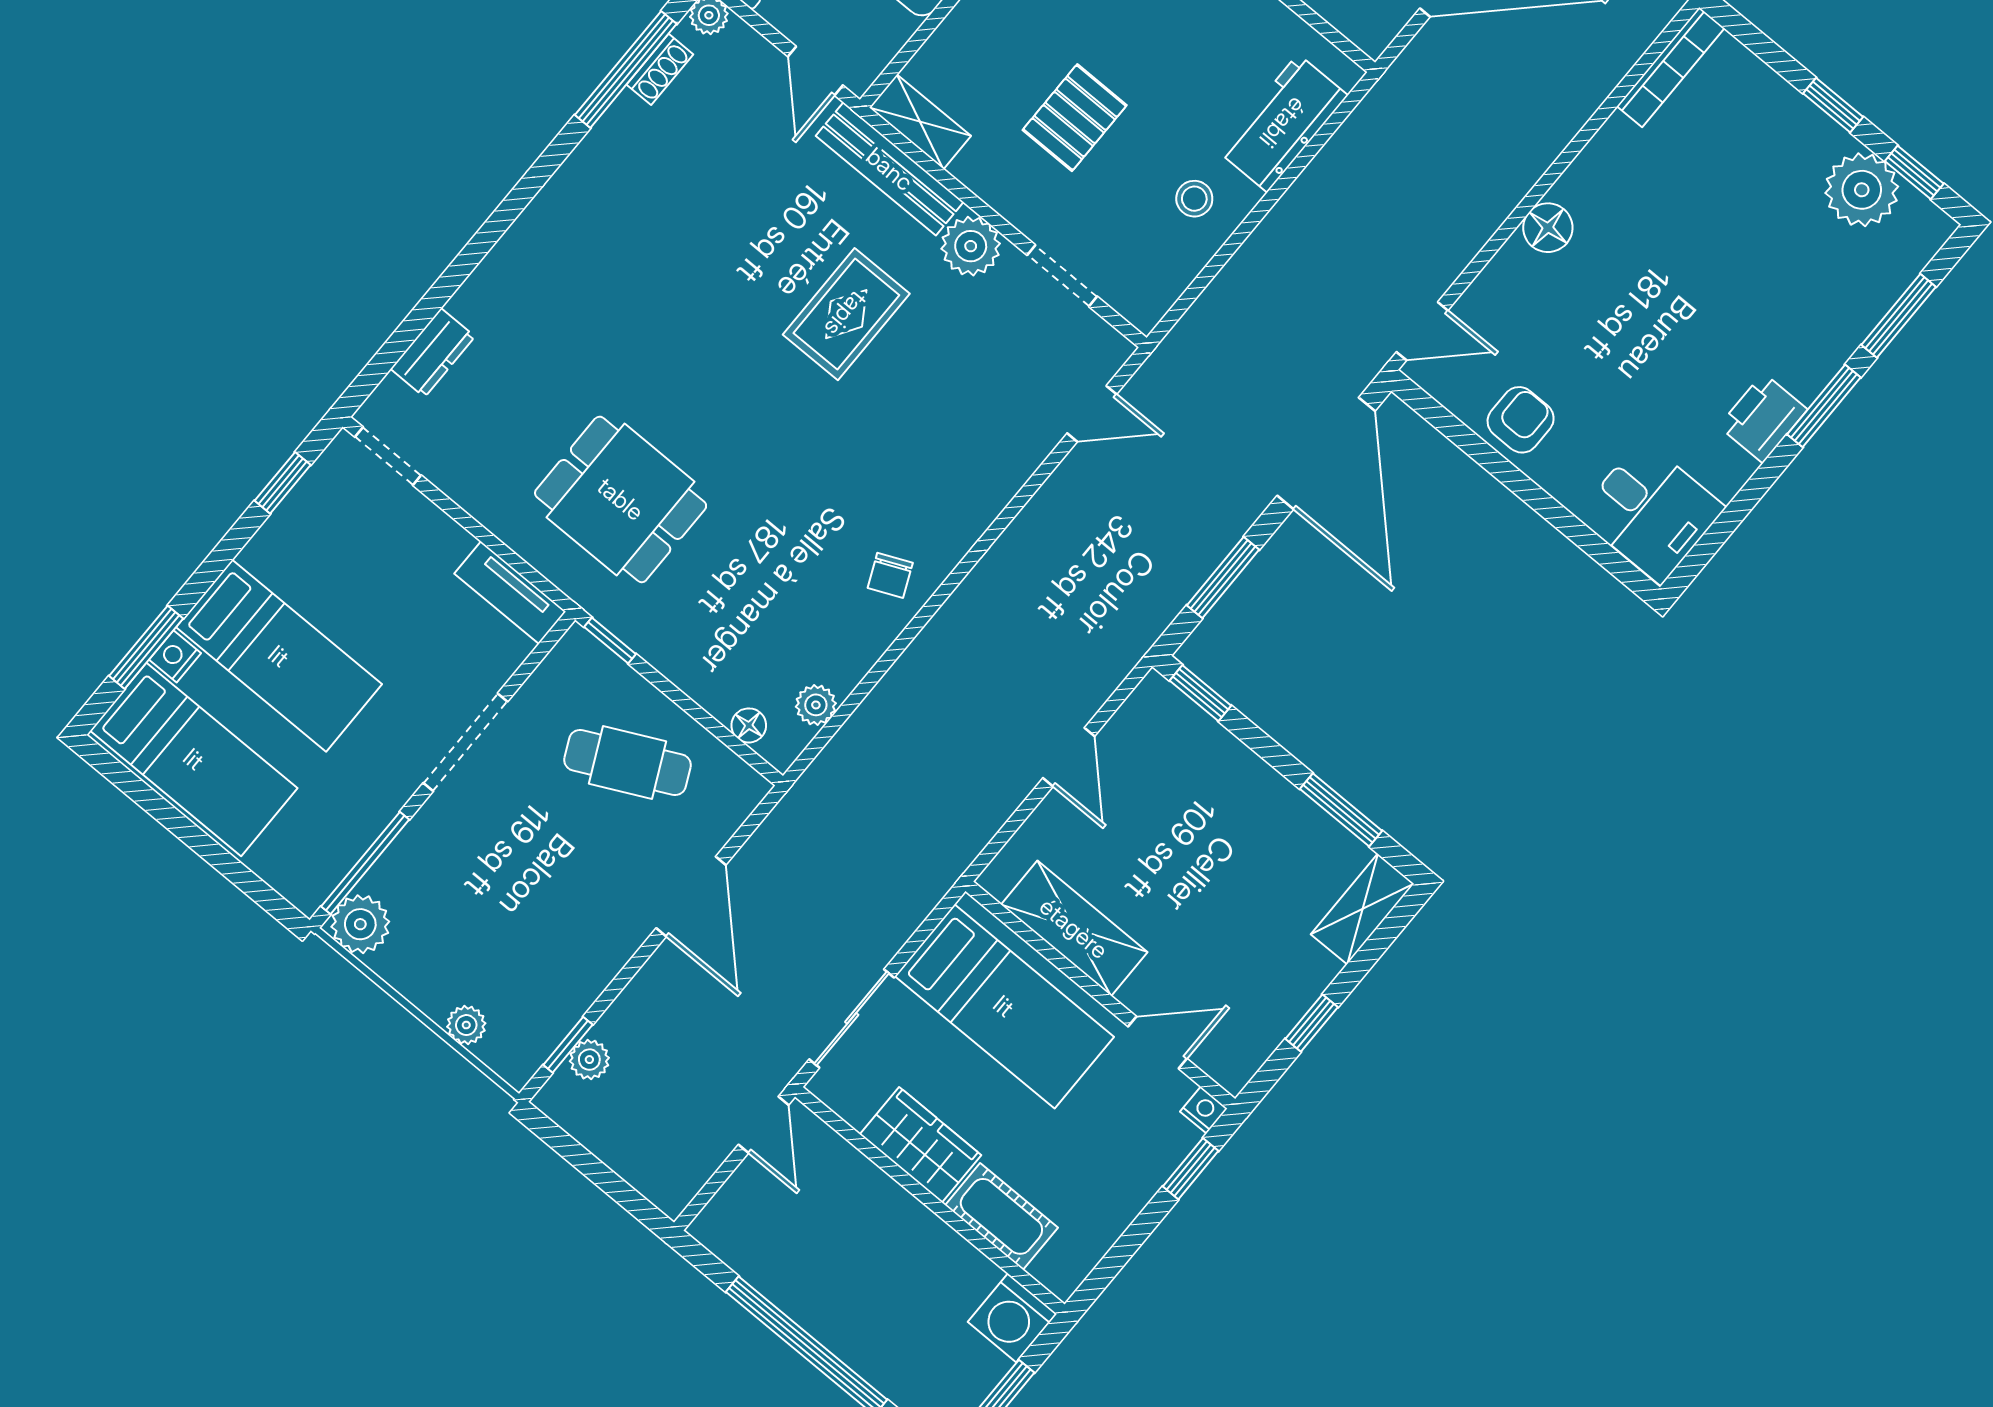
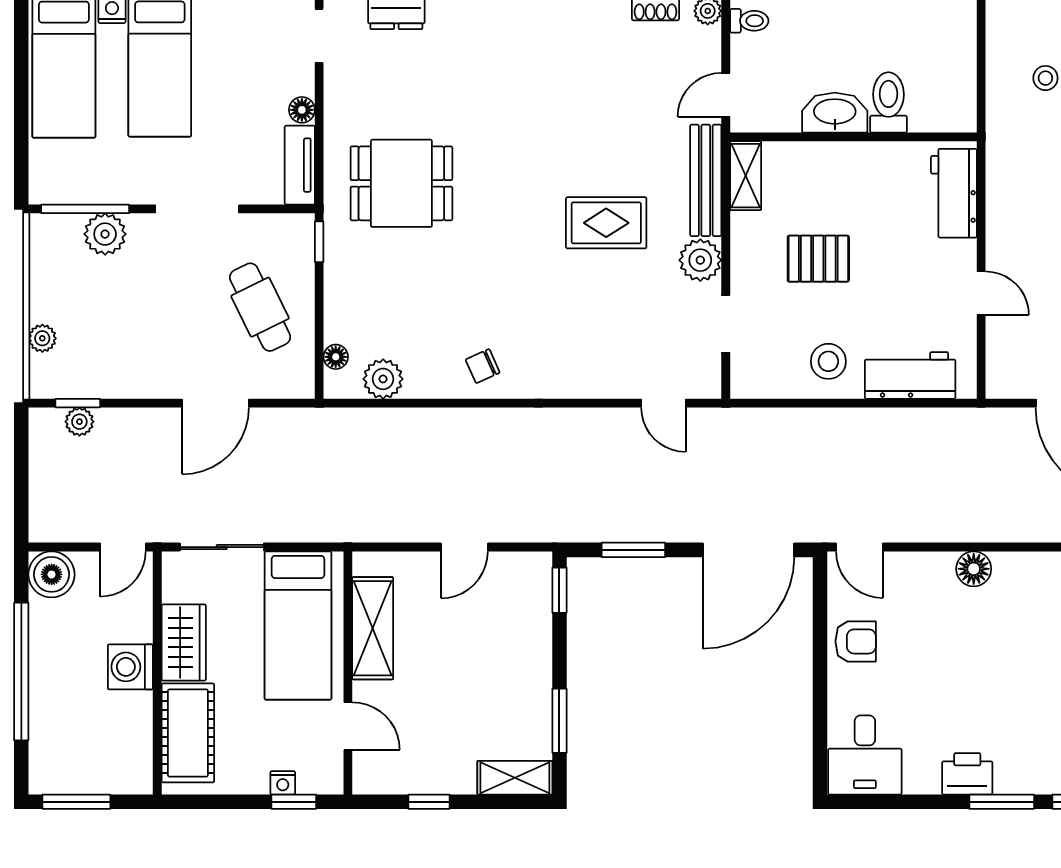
stool: (1194, 199) -> (828, 361), width x1.37, depth x1.37
dining table: (621, 499) -> (401, 183), turned 90
floor lamp: (452, 541) -> (302, 110), added
plant: (816, 705) -> (383, 379), width x1.38, depth x1.38
plant: (360, 924) -> (105, 234), moved
nightstand: (1204, 1110) -> (283, 783), moved, turned 90
cot: (1001, 1216) -> (188, 733), width x1.37, depth x1.34
boiler: (729, 1226) -> (52, 574), added
washing machine: (1012, 1318) -> (130, 667), moved

